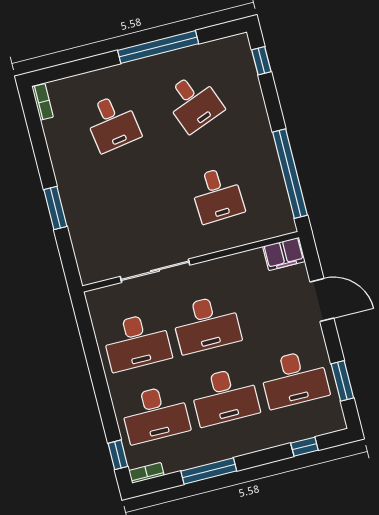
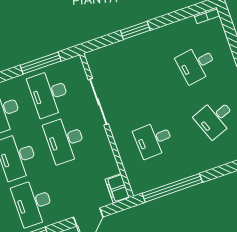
window: (91, 350) -> (41, 63), added

